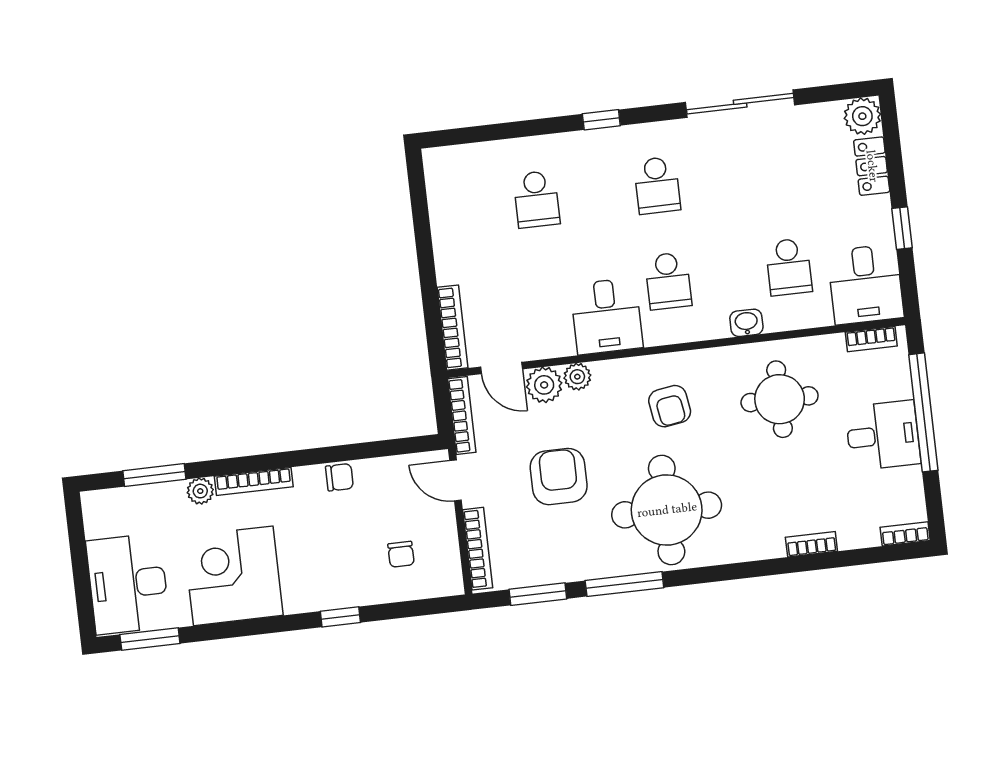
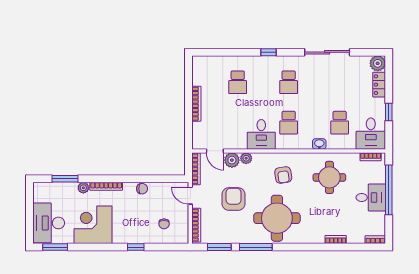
bookcase: (452, 328) -> (196, 104), moved

